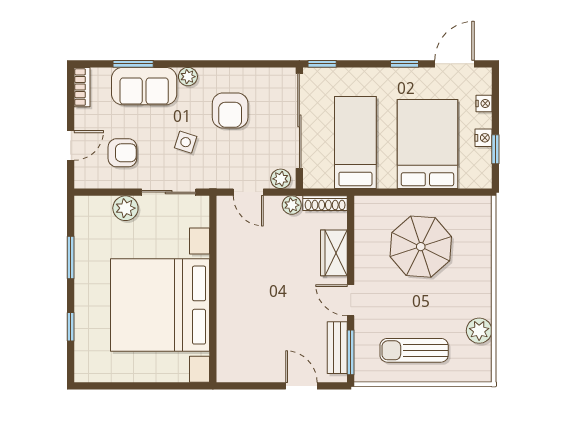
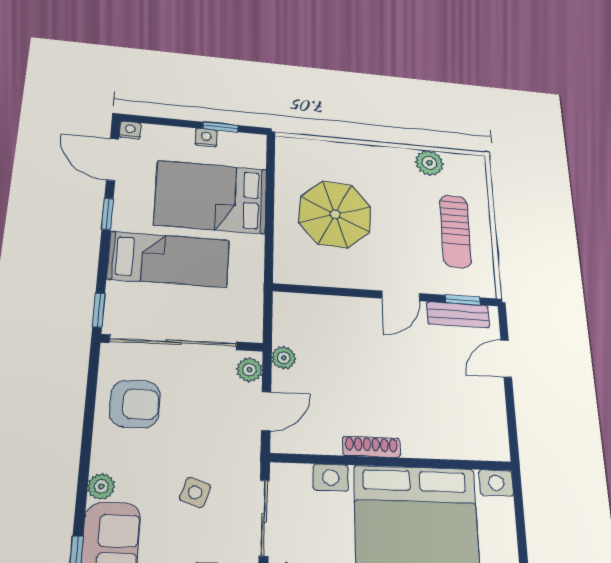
nightstand: (484, 103) -> (130, 130), moved
armchair: (230, 110) -> (135, 404), moved
bed: (355, 142) -> (169, 259), moved, turned 180
shoe rack: (325, 203) -> (371, 447), moved, turned -90
wardrobe: (334, 253) -> (344, 311), removed
window: (351, 352) -> (463, 300), width x0.67

